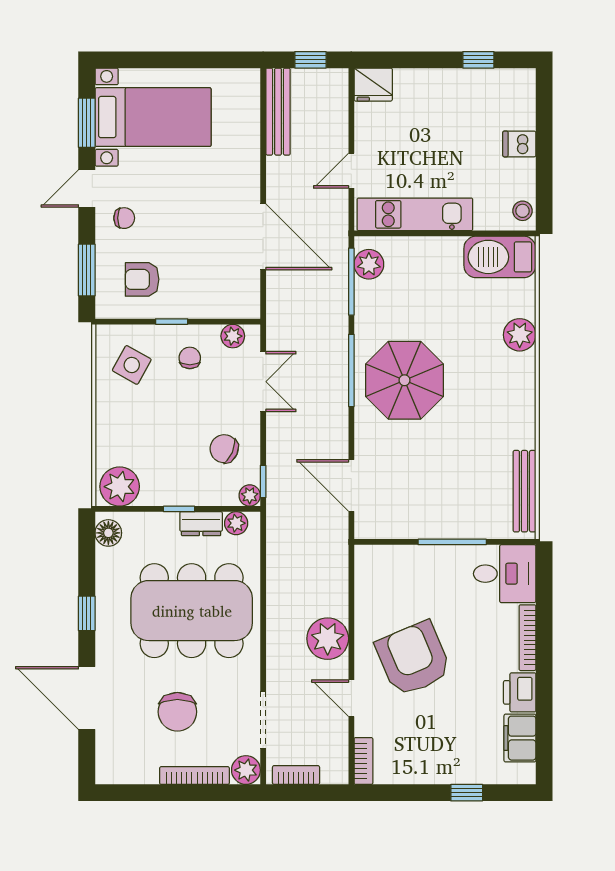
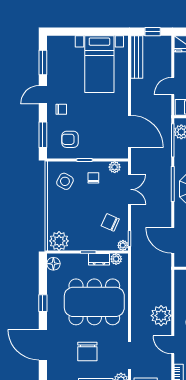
bed with nightstands: (153, 117) -> (99, 64), moved, turned 90
door: (263, 237) -> (129, 131), moved

